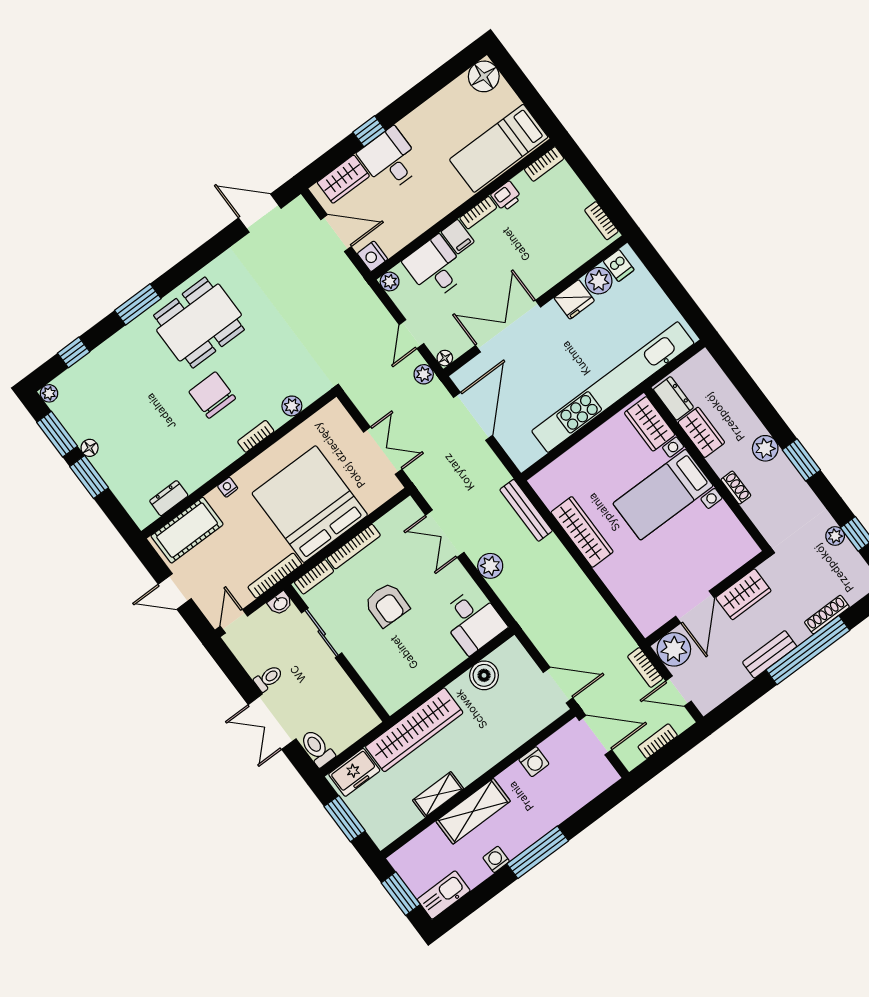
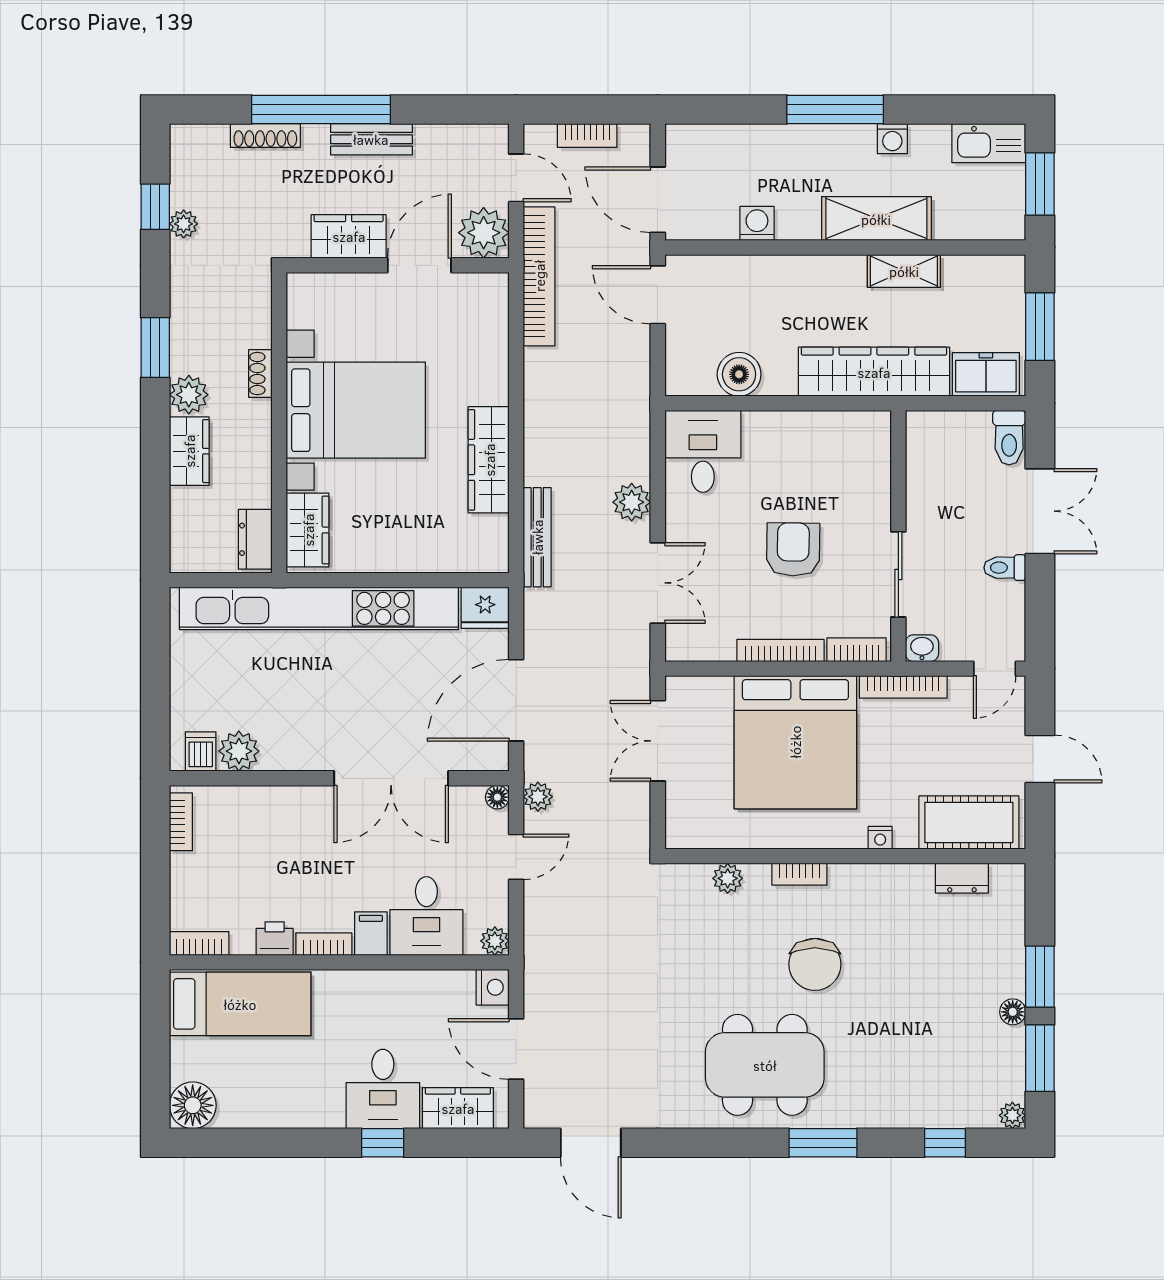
fridge: (574, 299) -> (485, 608), moved, turned 180
wardrobe: (701, 432) -> (189, 451), moved, turned 180
bed with nightstands: (663, 495) -> (356, 410), width x1.36
bookcase: (645, 667) -> (539, 276), width x2.31, depth x1.31

